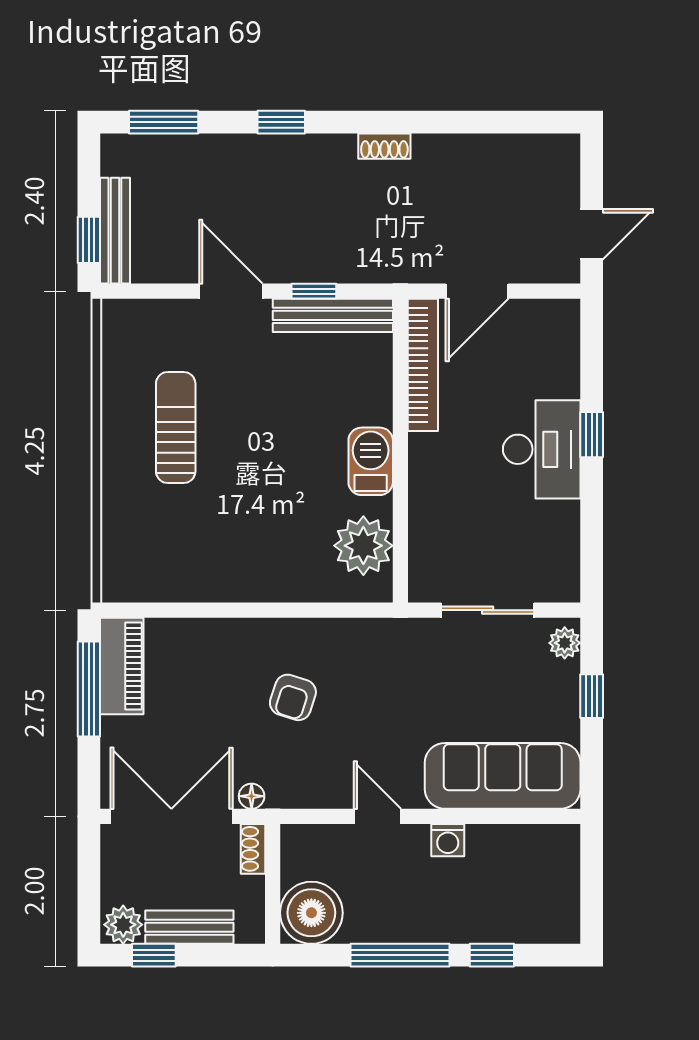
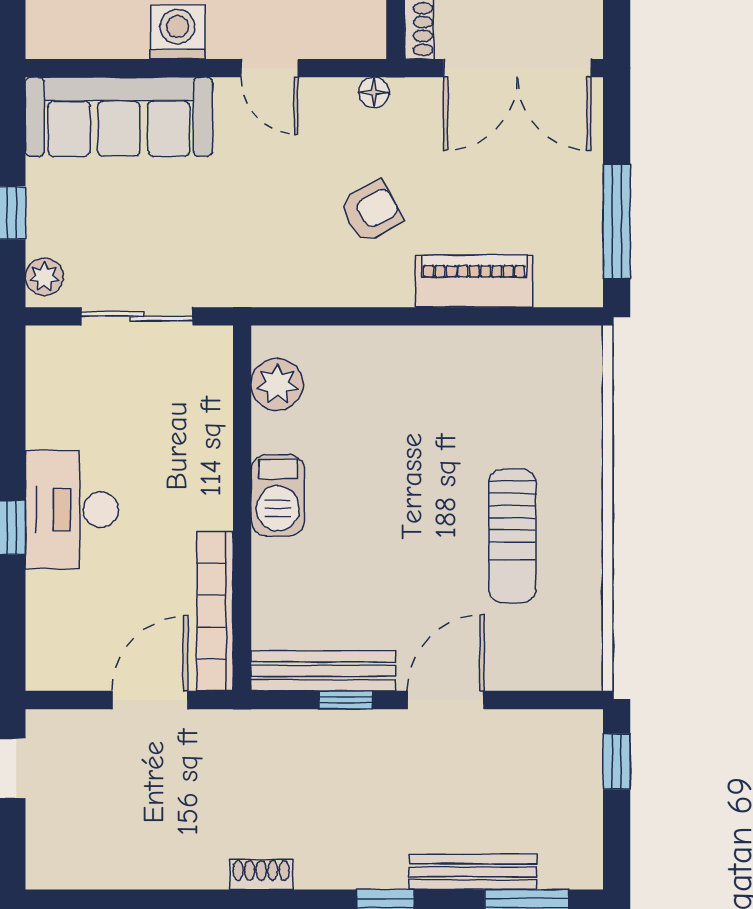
bench: (115, 231) -> (473, 872), moved, turned 90
door: (231, 291) -> (446, 700), swing flipped
plant: (363, 546) -> (277, 384), width x0.73, depth x0.73
piano: (122, 666) -> (474, 281), moved, turned 90
armchair: (293, 697) -> (371, 211), turned 43
floor lamp: (252, 796) -> (374, 92), moved
washing machine: (448, 840) -> (178, 32), width x1.38, depth x1.38

